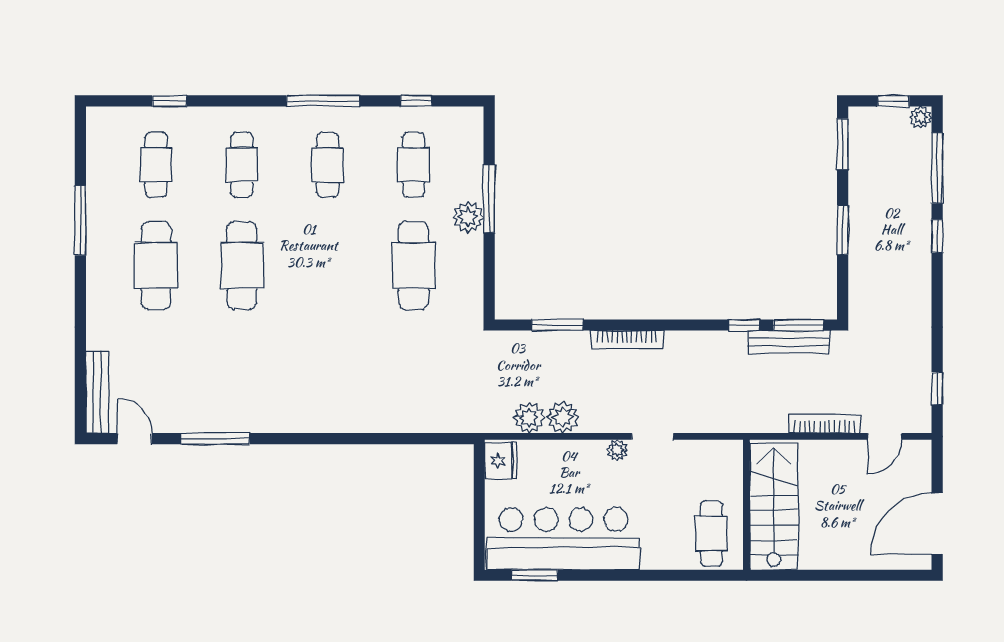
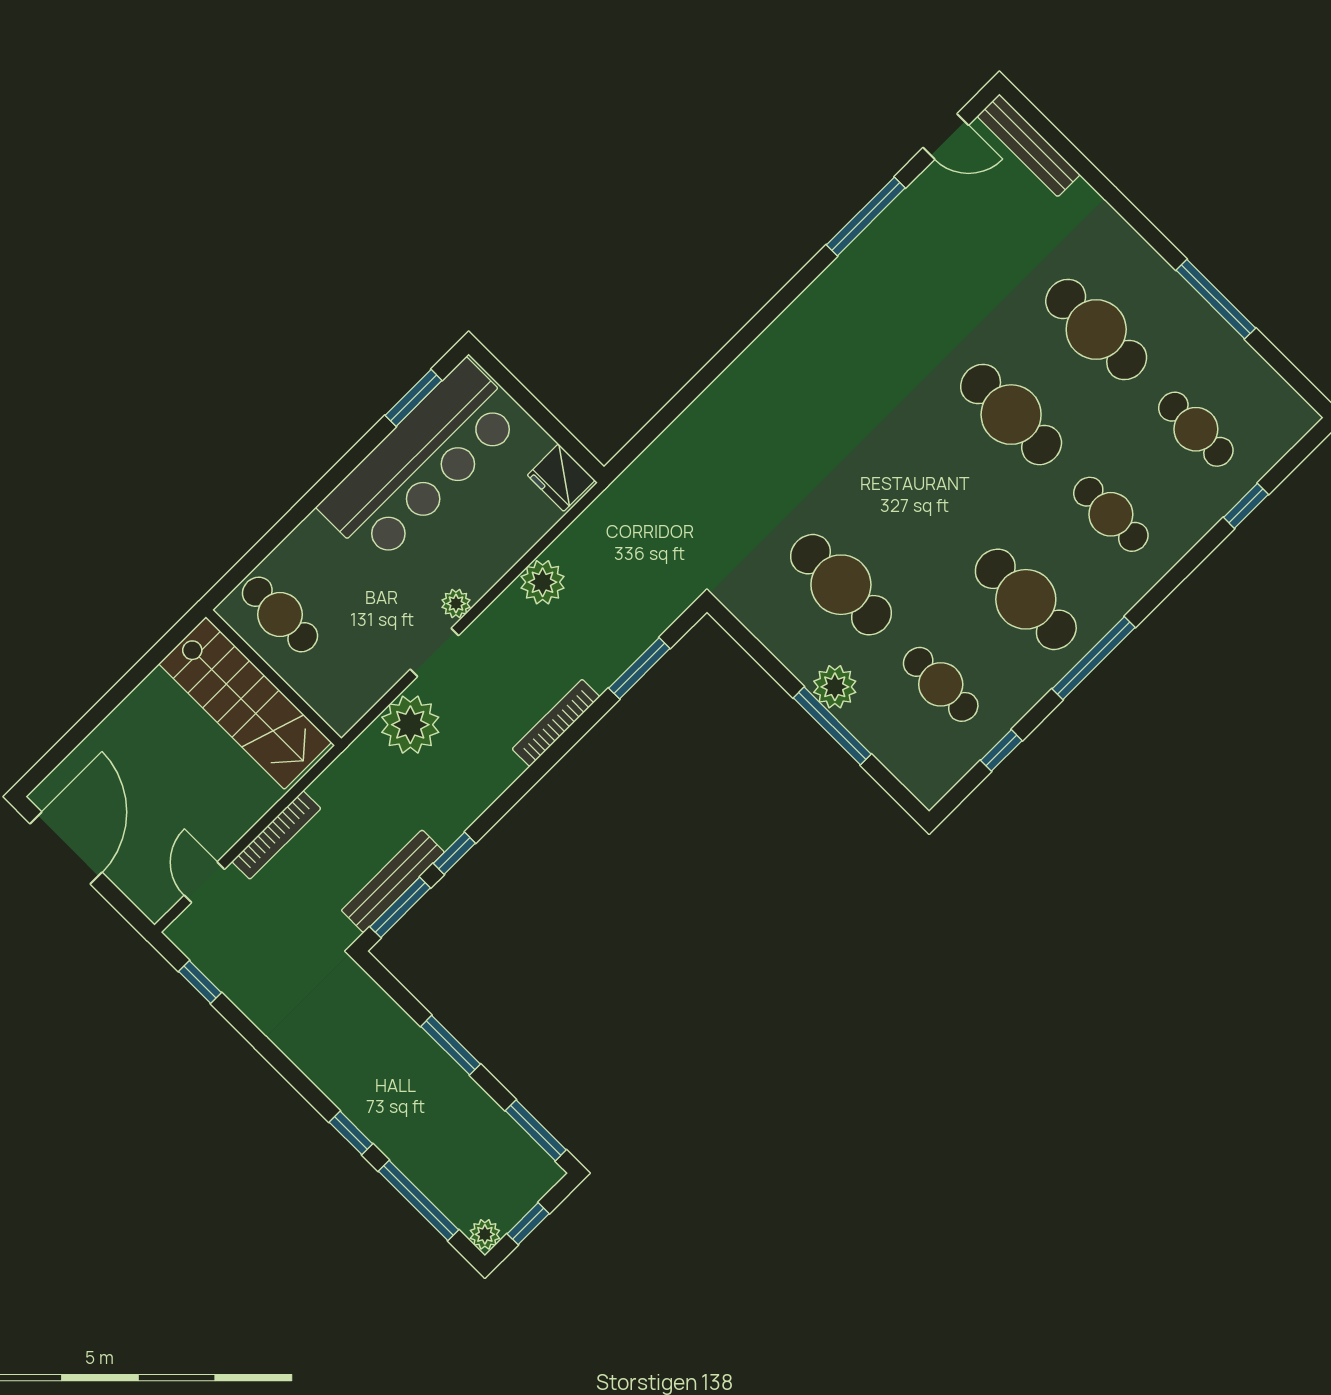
cafe table: (328, 165) -> (1026, 599), width x1.37, depth x1.35
plant: (529, 418) -> (410, 725), moved, width x1.36, depth x1.36

